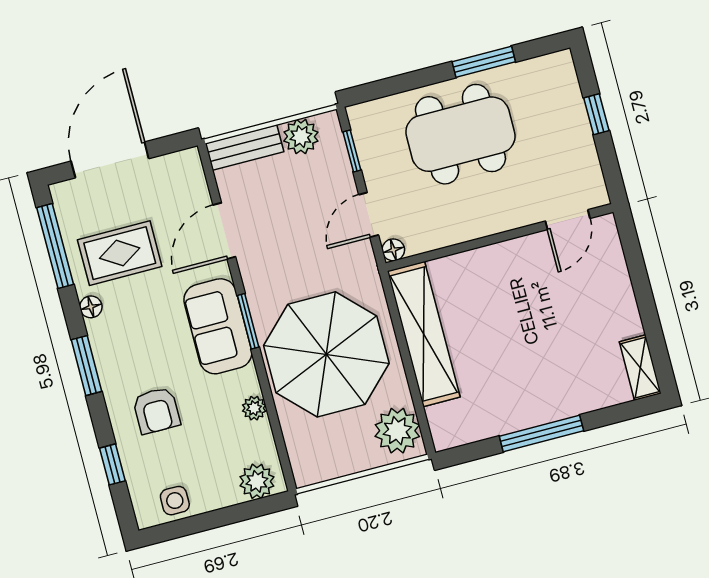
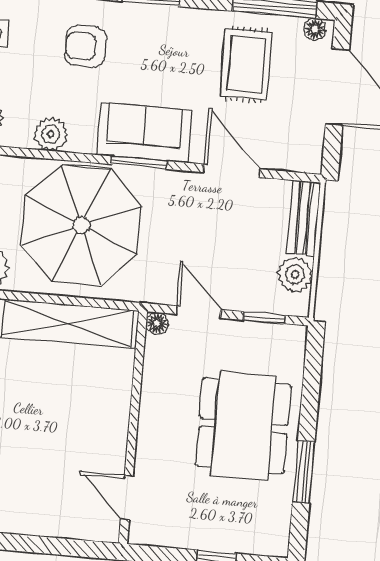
floor lamp: (91, 307) -> (315, 29), moved
plant: (254, 408) -> (51, 134), width x1.38, depth x1.38

